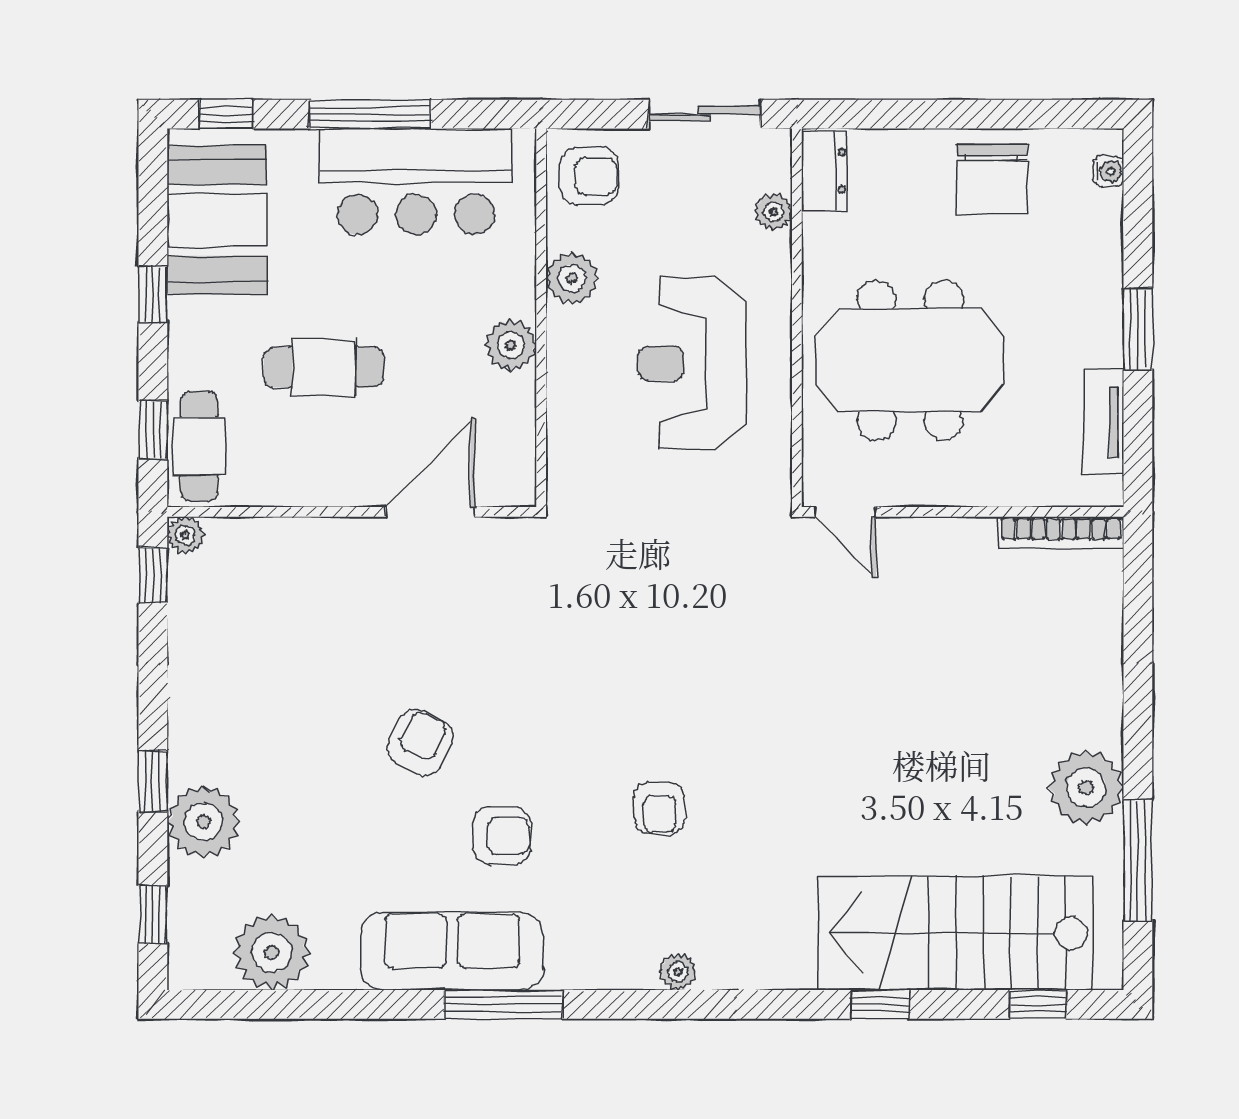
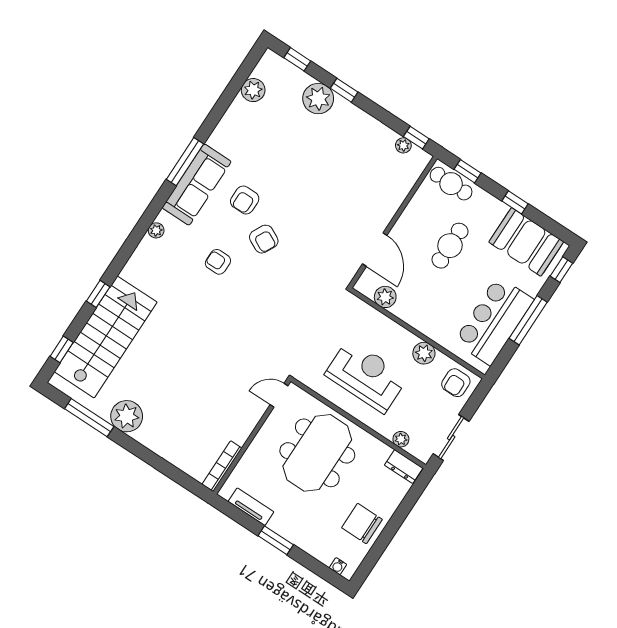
plant: (511, 345) -> (385, 297), moved
plant: (185, 535) -> (403, 145), moved
armchair: (420, 742) -> (264, 239), moved
sofa: (452, 951) -> (197, 185), moved
plant: (272, 952) -> (253, 90), width x0.73, depth x0.73

